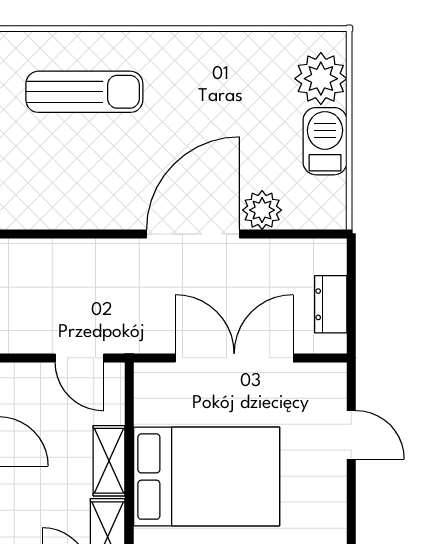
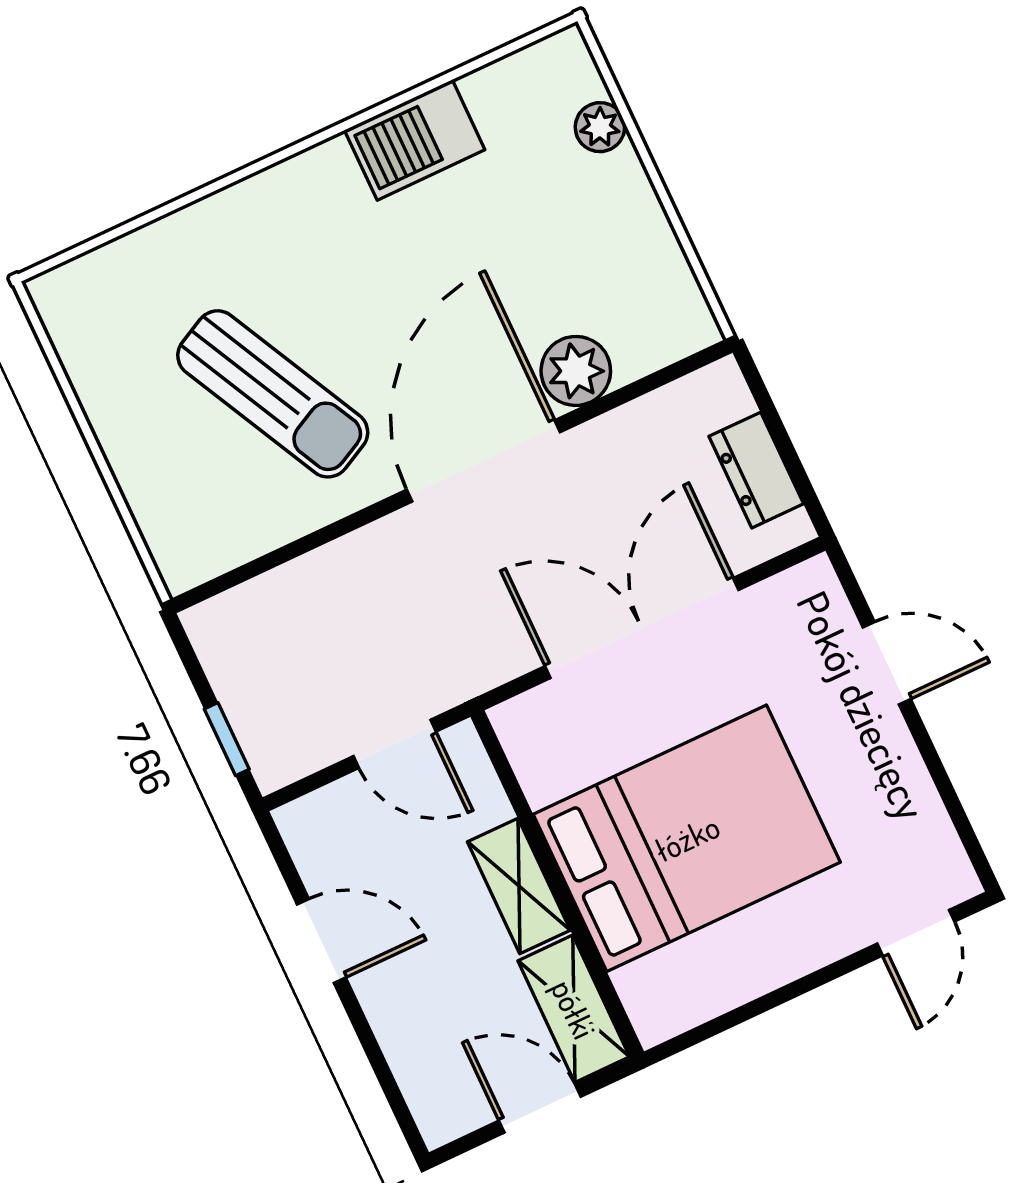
plant: (321, 79) -> (600, 127), width x0.53, depth x0.53
sun lounger: (84, 92) -> (273, 394), moved, turned 63
barbecue: (325, 141) -> (415, 140), moved, turned -90

